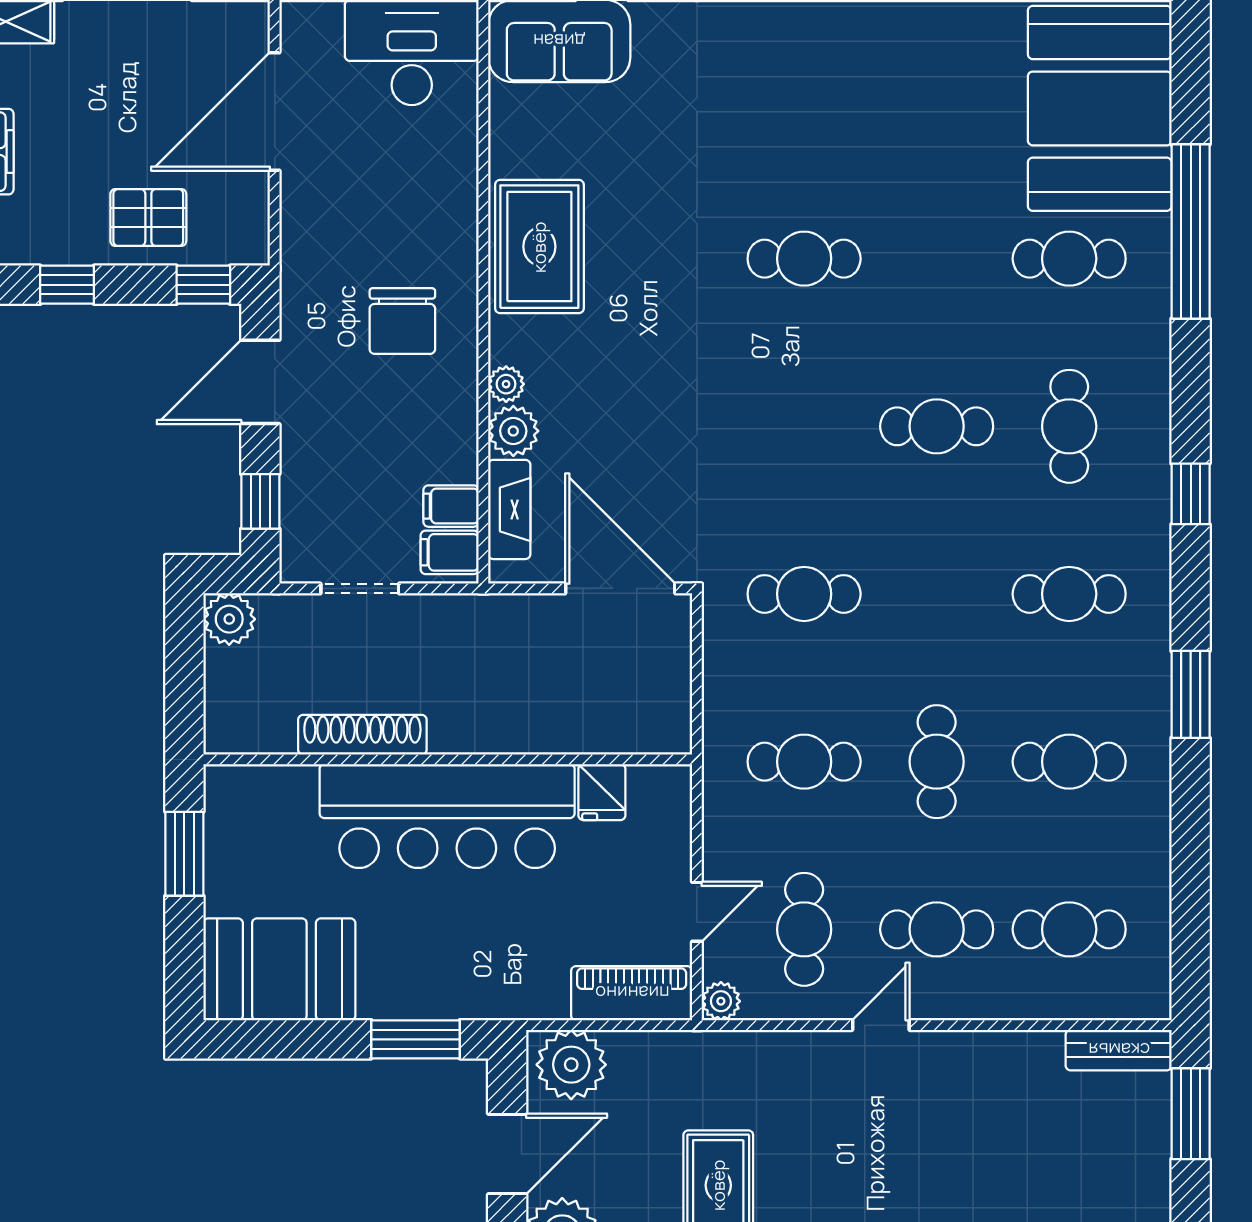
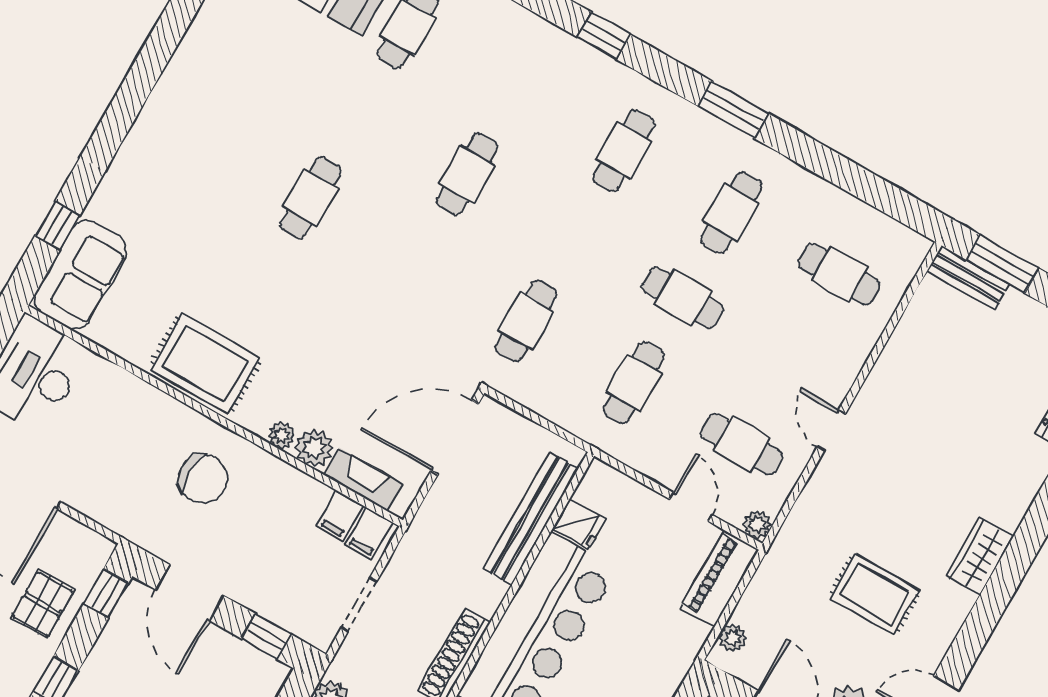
cafe table: (1069, 426) -> (516, 89), removed
bench: (576, 732) -> (531, 518), added
cafe table: (937, 929) -> (790, 359), removed
cafe table: (1069, 929) -> (839, 274), turned 90
bench: (1119, 1050) -> (968, 278), moved, turned 90
plant: (571, 1065) -> (732, 638), width x0.53, depth x0.53

